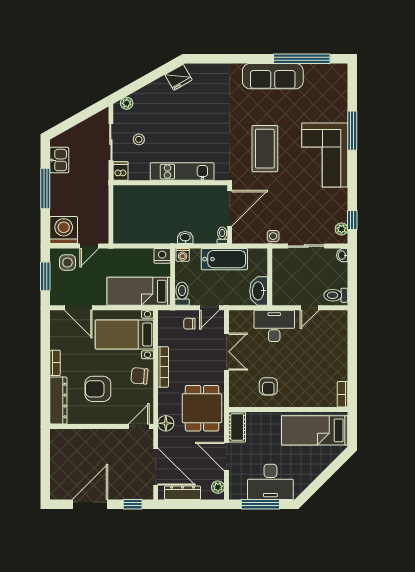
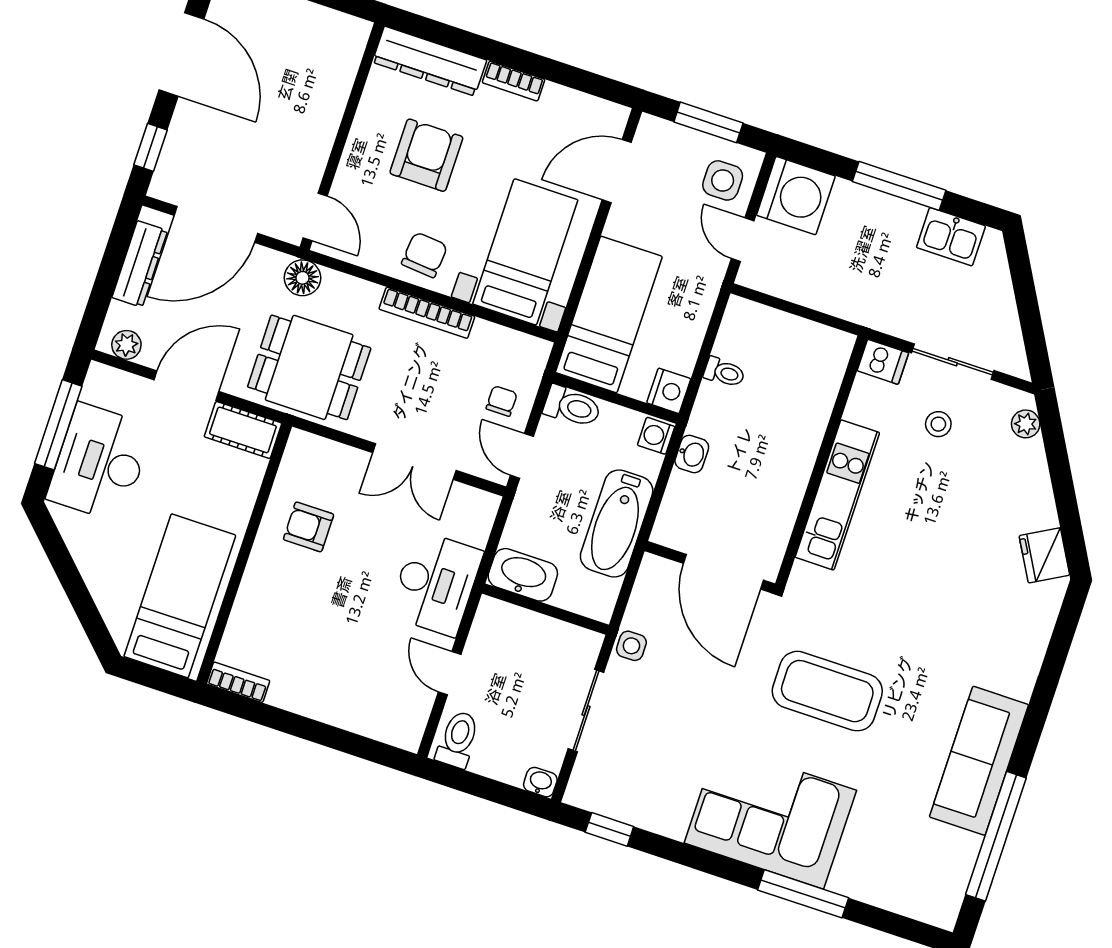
plant: (341, 229) -> (598, 799), removed
toilet: (222, 235) -> (724, 372), moved

